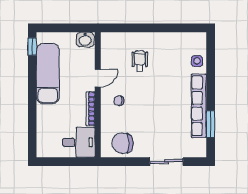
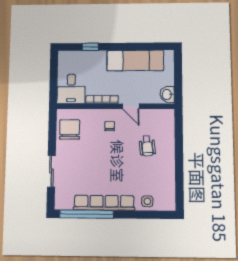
window: (32, 47) -> (90, 47), moved
wheelchair: (140, 61) -> (147, 146), turned 84
window: (211, 124) -> (86, 214), width x2.11

